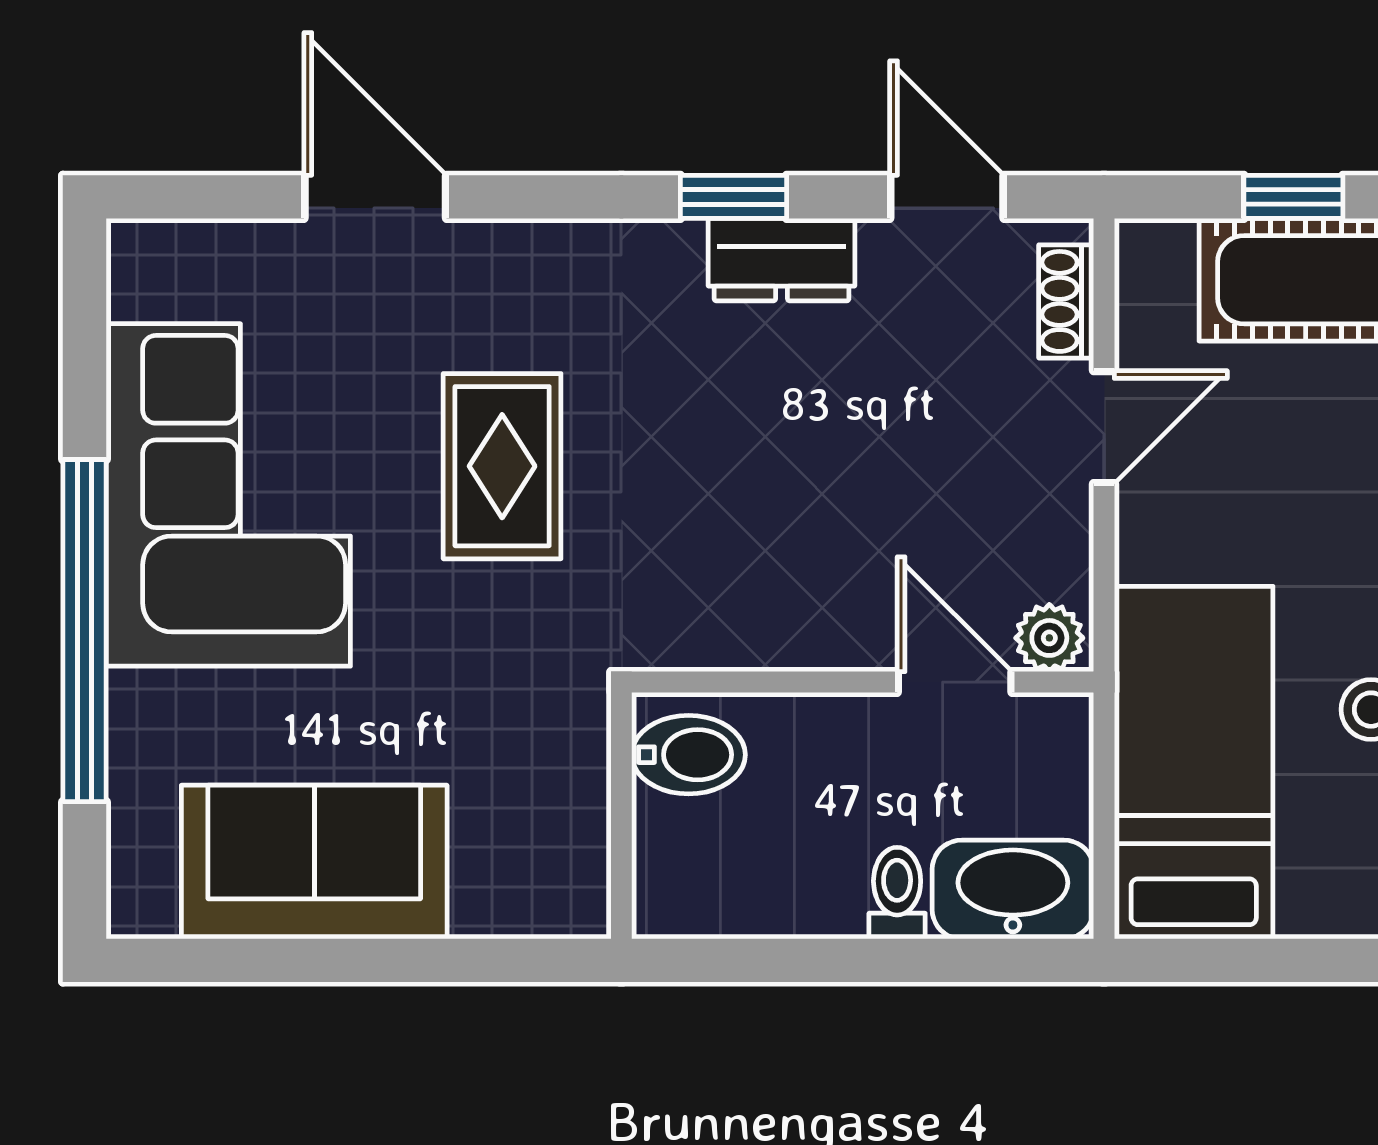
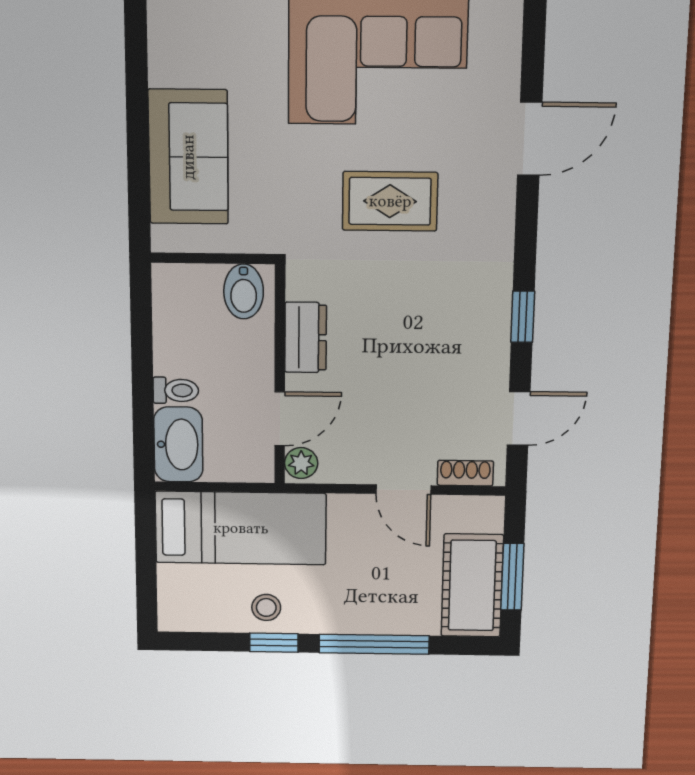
window: (1293, 197) -> (512, 577), width x1.50
dresser: (782, 260) -> (306, 337), moved, turned 180
sofa: (314, 862) -> (188, 157), moved

